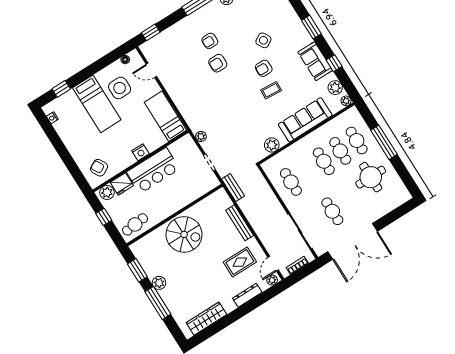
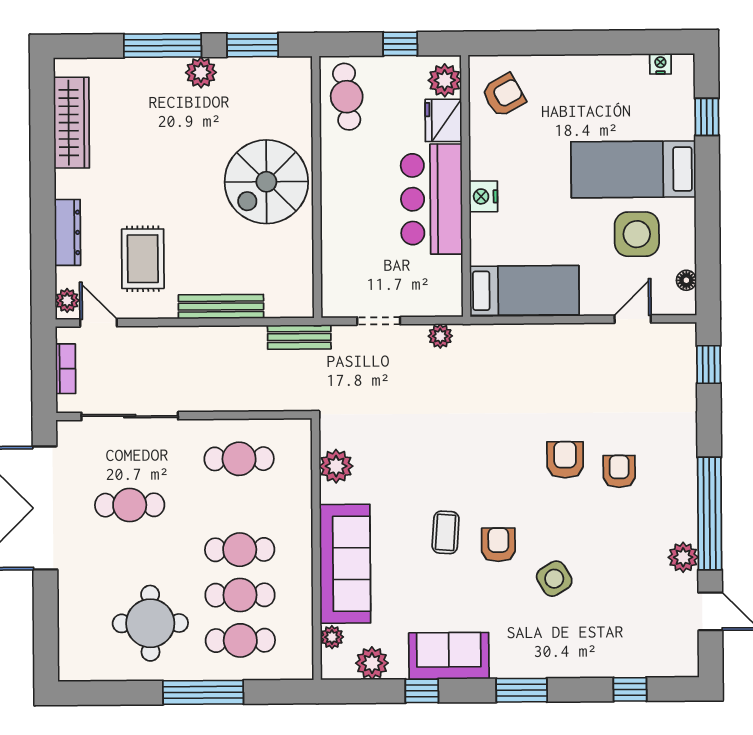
plant: (346, 101) -> (332, 637), moved

